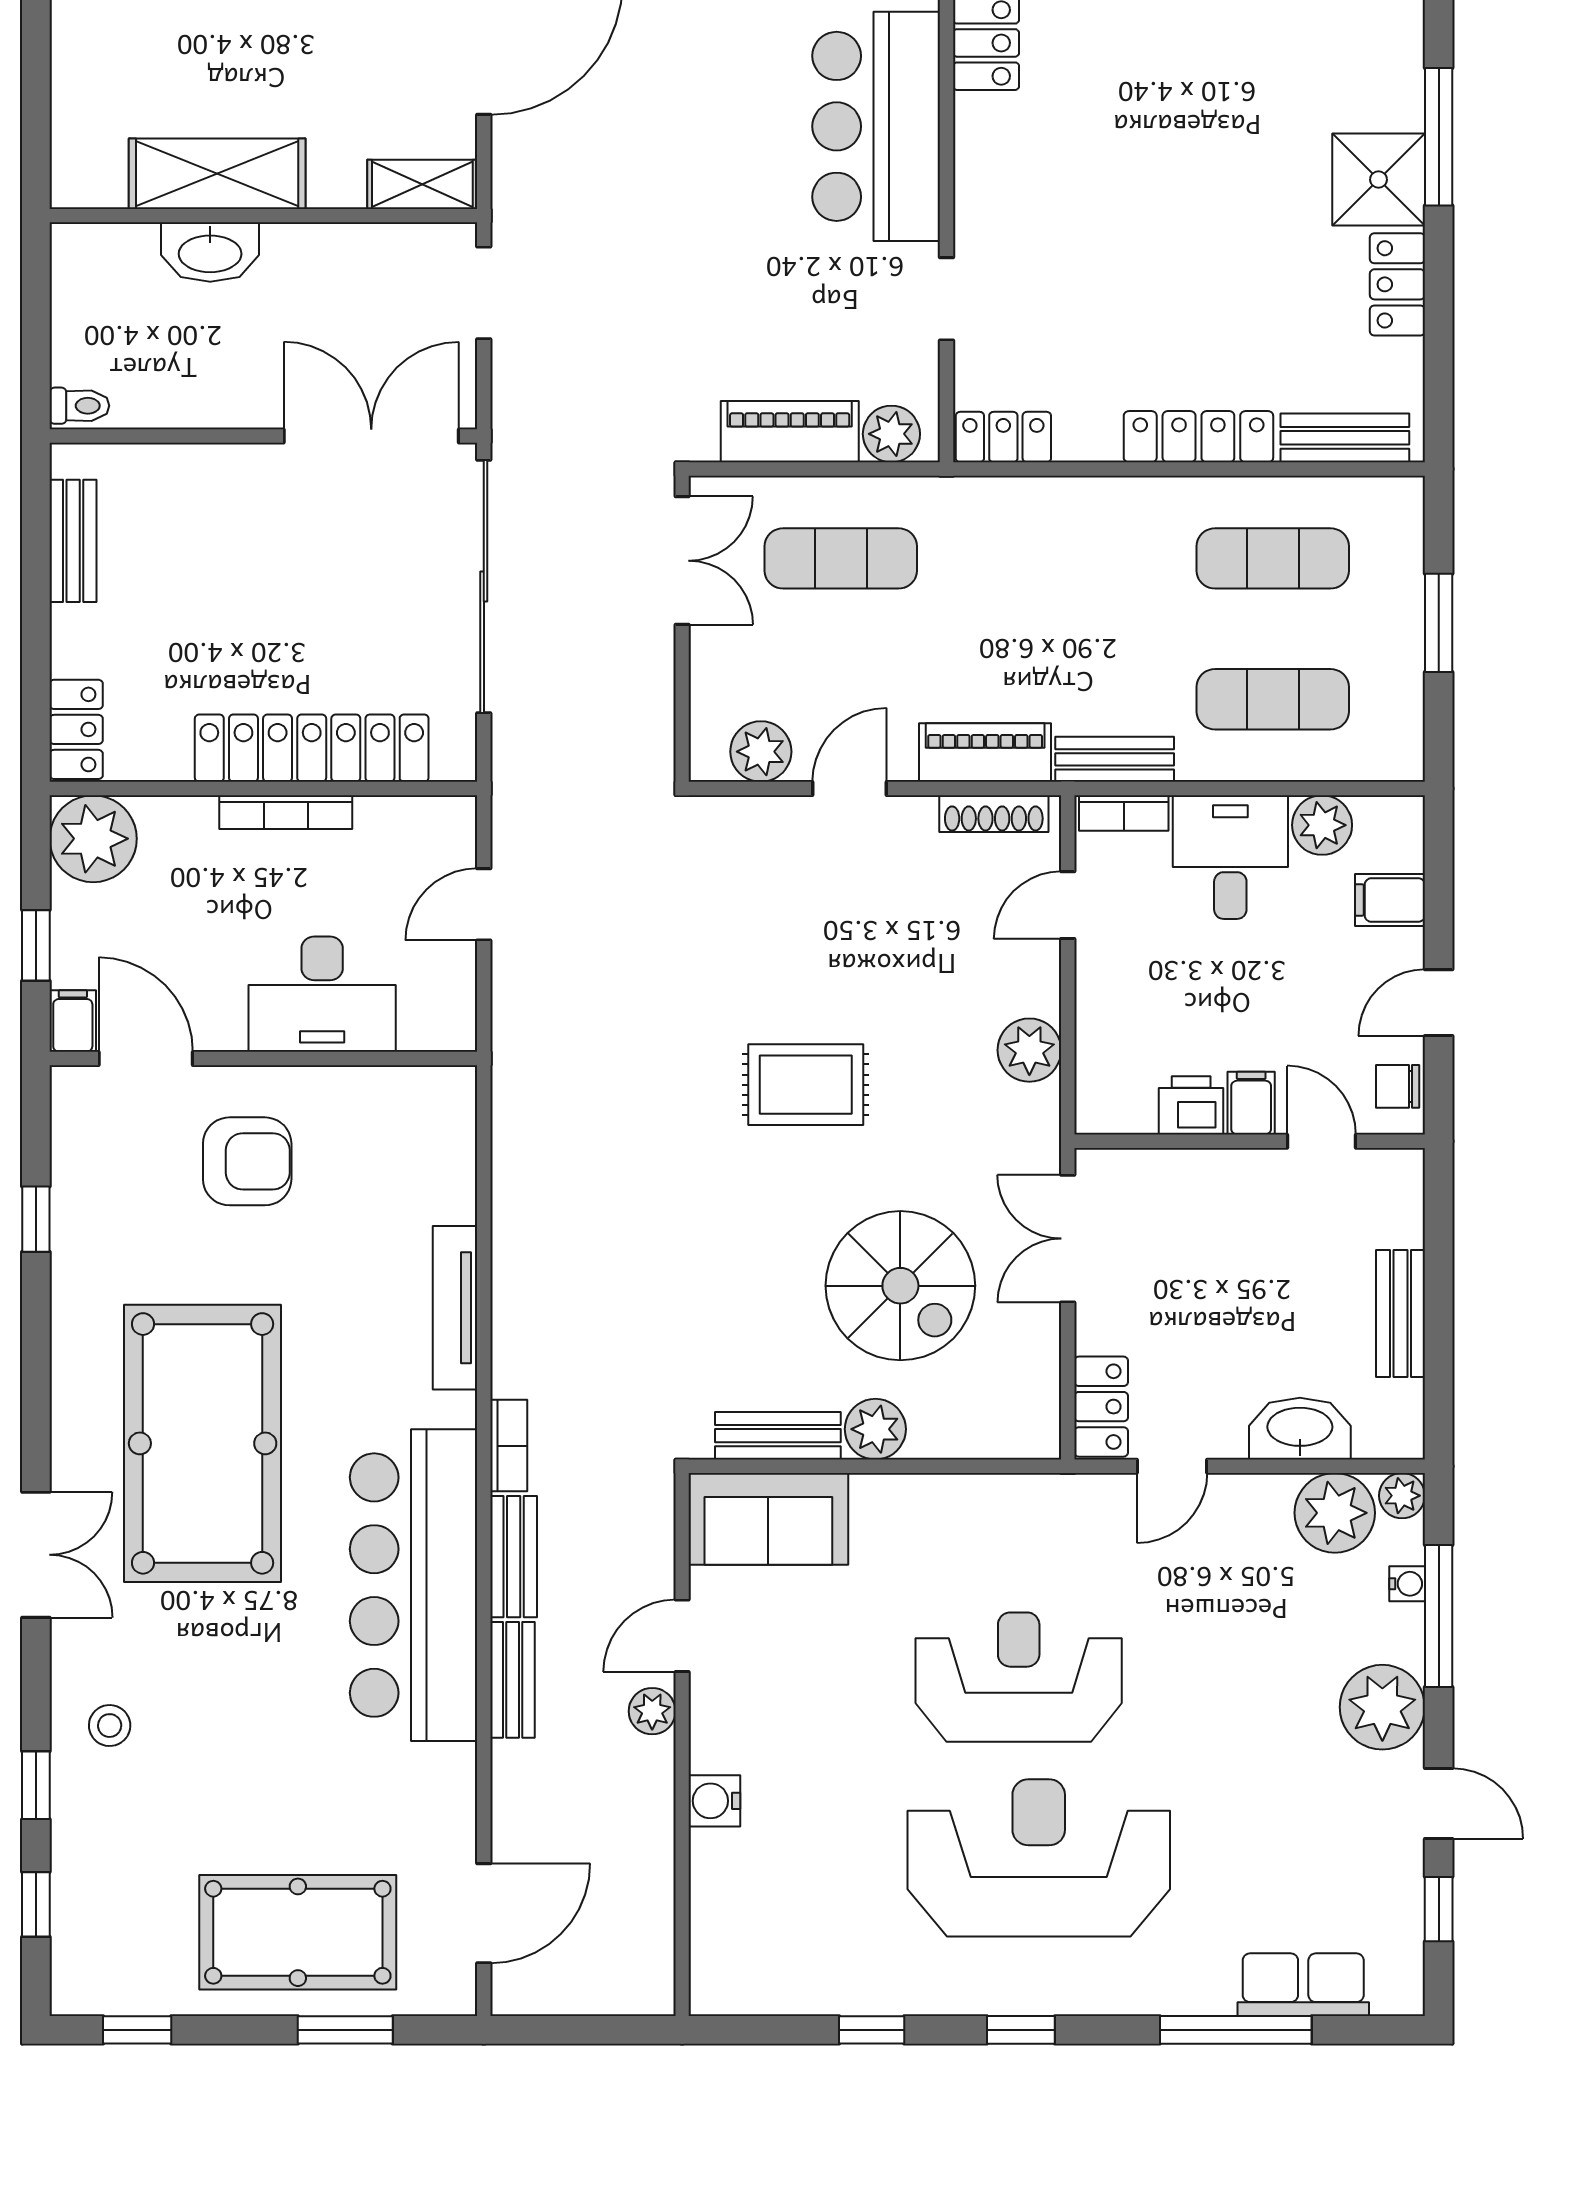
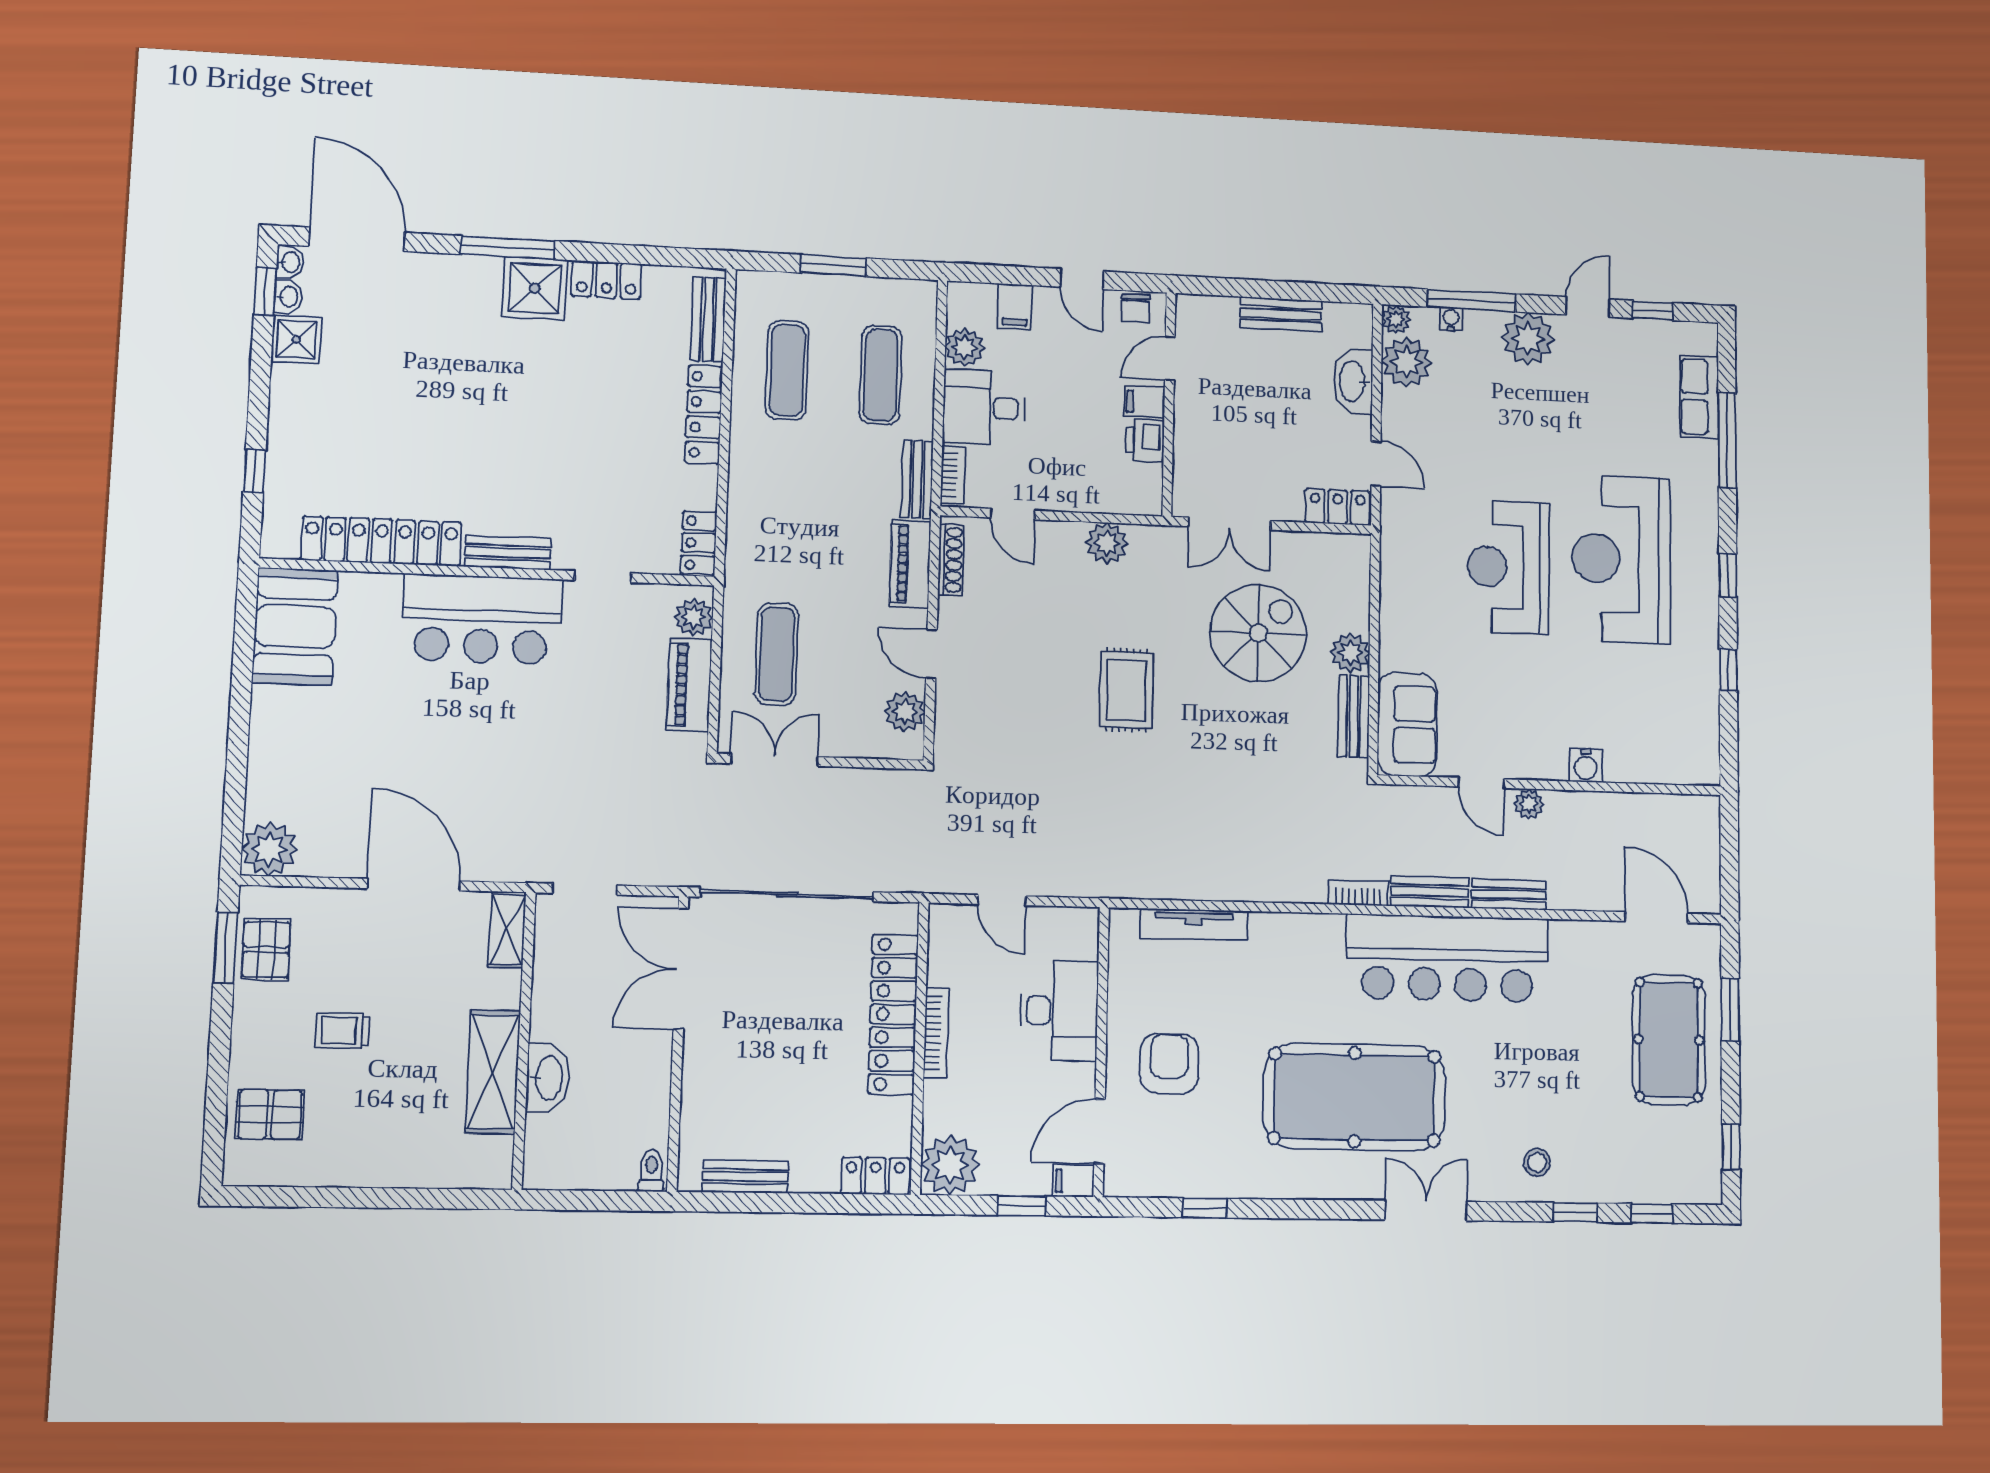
bench: (977, 159) -> (508, 553), added
tv unit: (455, 1308) -> (1194, 924), moved

